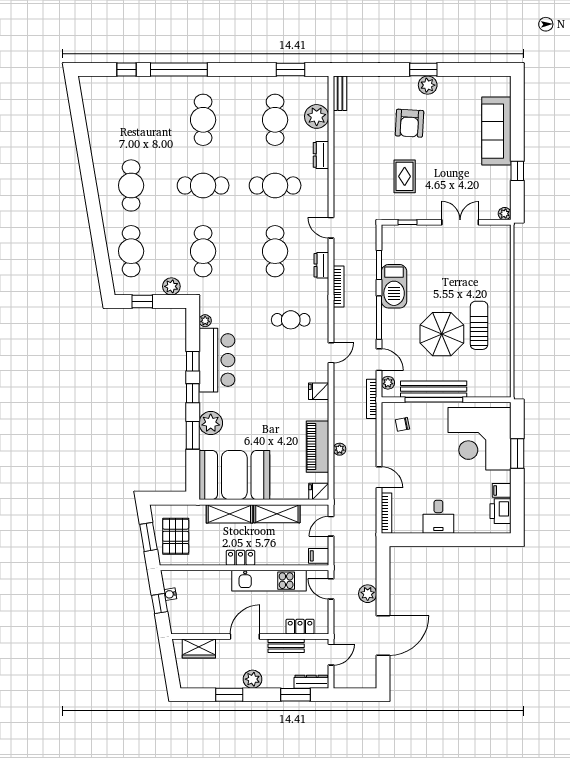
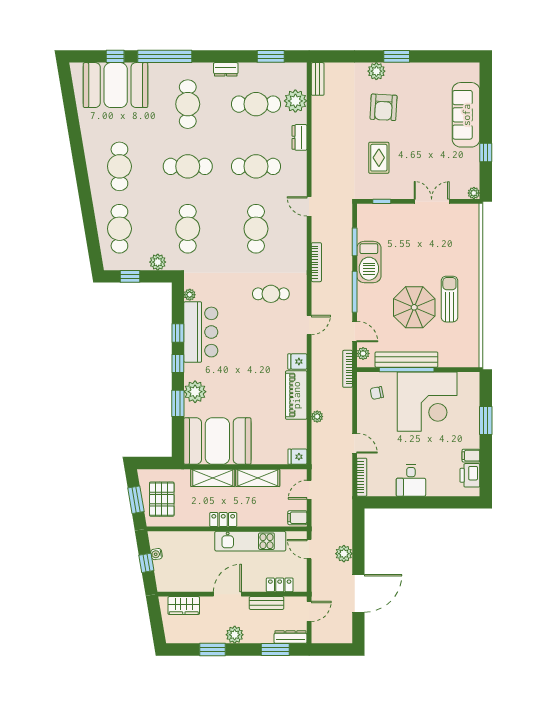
plant: (428, 85) -> (376, 71), moved
booth: (127, 100) -> (116, 85), added
cafe table: (275, 120) -> (256, 104), turned 90
dresser: (321, 265) -> (226, 69), moved, turned -90
corner desk: (480, 439) -> (427, 402), moved, turned -90
piano: (317, 447) -> (296, 395), moved

